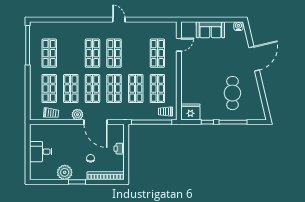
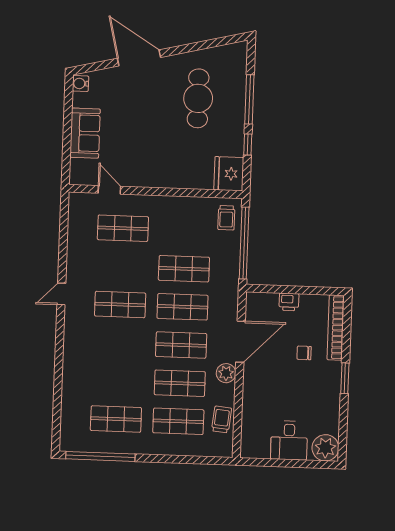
shop shelf: (92, 53) -> (119, 343), removed
shop shelf: (157, 89) -> (185, 231), removed
cafe table: (232, 93) -> (198, 98), turned 90
plant: (65, 172) -> (325, 448), moved

